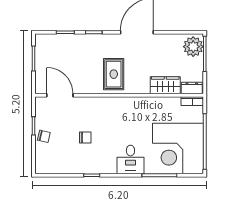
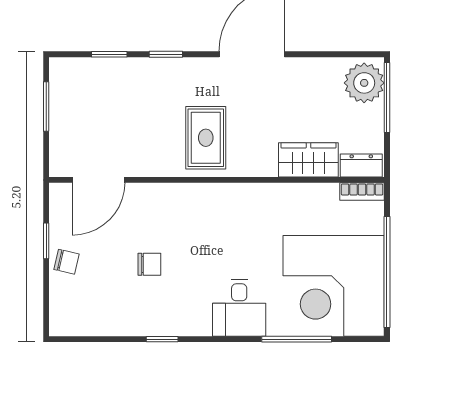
door: (60, 95) -> (99, 180), swing flipped

